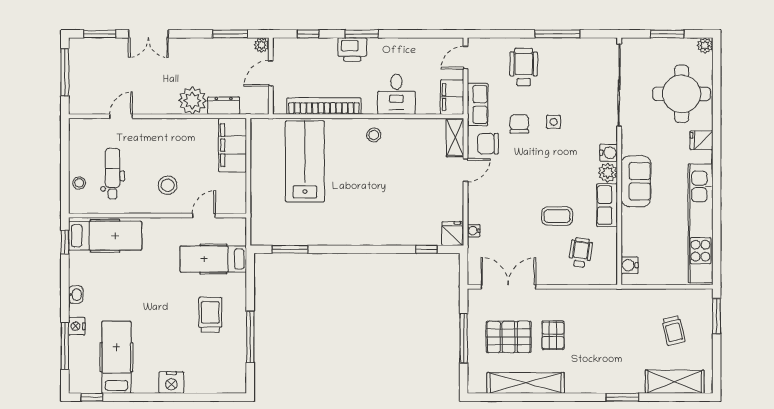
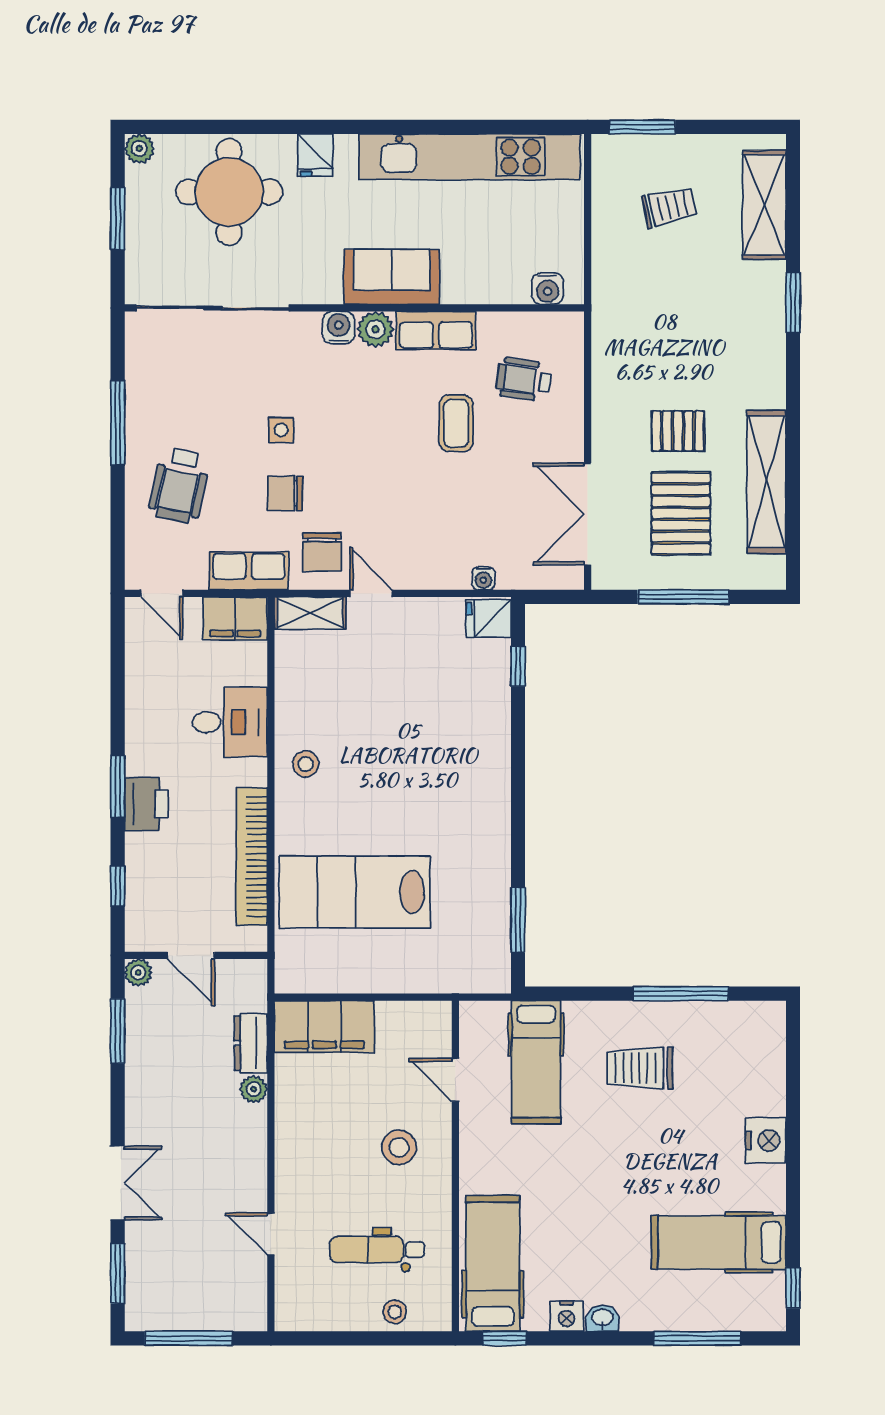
wheelchair: (524, 67) -> (179, 486), turned -78
plant: (192, 101) -> (254, 1089), width x0.53, depth x0.53
nightstand: (77, 326) -> (567, 1316), moved

